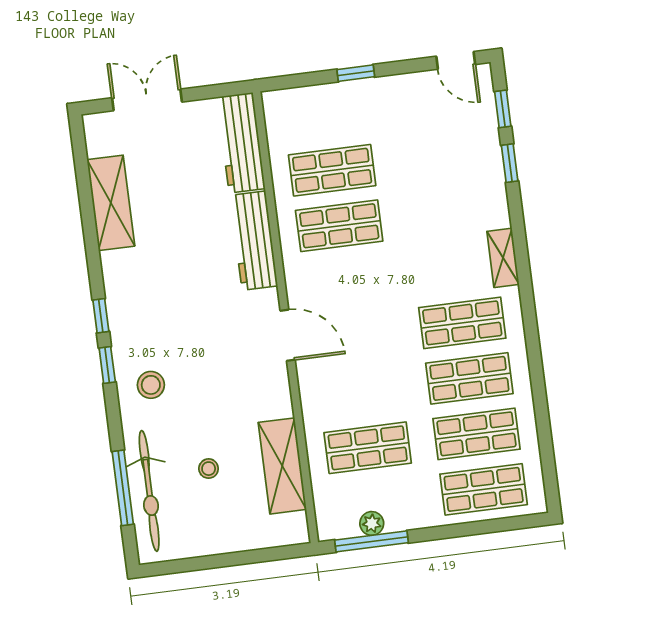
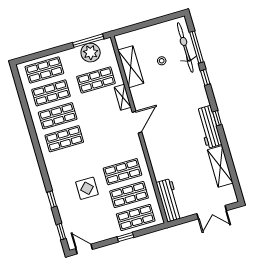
shop shelf: (325, 115) -> (136, 217), added
window: (510, 163) -> (52, 199), moved
display table: (427, 200) -> (87, 188), added
workbench: (254, 241) -> (209, 127), moved, turned 180
shelving: (503, 258) -> (123, 97), moved
door: (288, 335) -> (137, 122), swing flipped
window: (107, 365) -> (205, 77), moved
stool: (151, 385) -> (191, 92), removed
plant: (372, 523) -> (91, 53), width x1.88, depth x1.88

